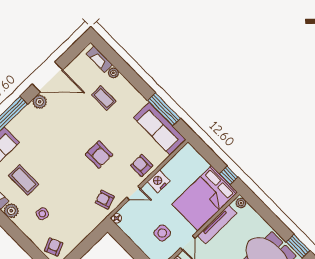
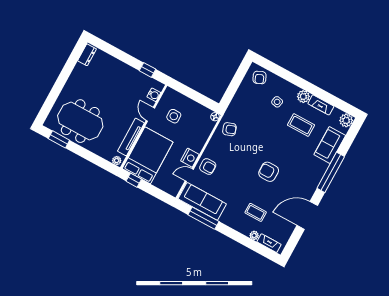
plant: (40, 102) -> (307, 193), removed
armchair: (99, 155) -> (269, 172), moved
door: (134, 193) -> (189, 175), moved

